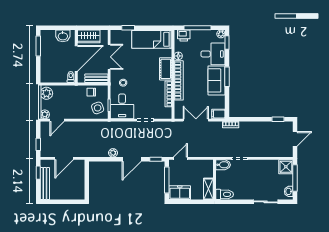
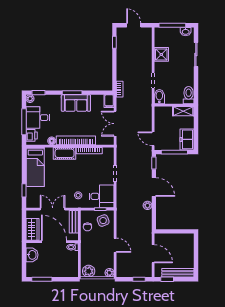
desk: (213, 54) -> (38, 118), moved, turned -90
door: (57, 120) -> (115, 245), moved
shower: (286, 167) -> (161, 54), moved

